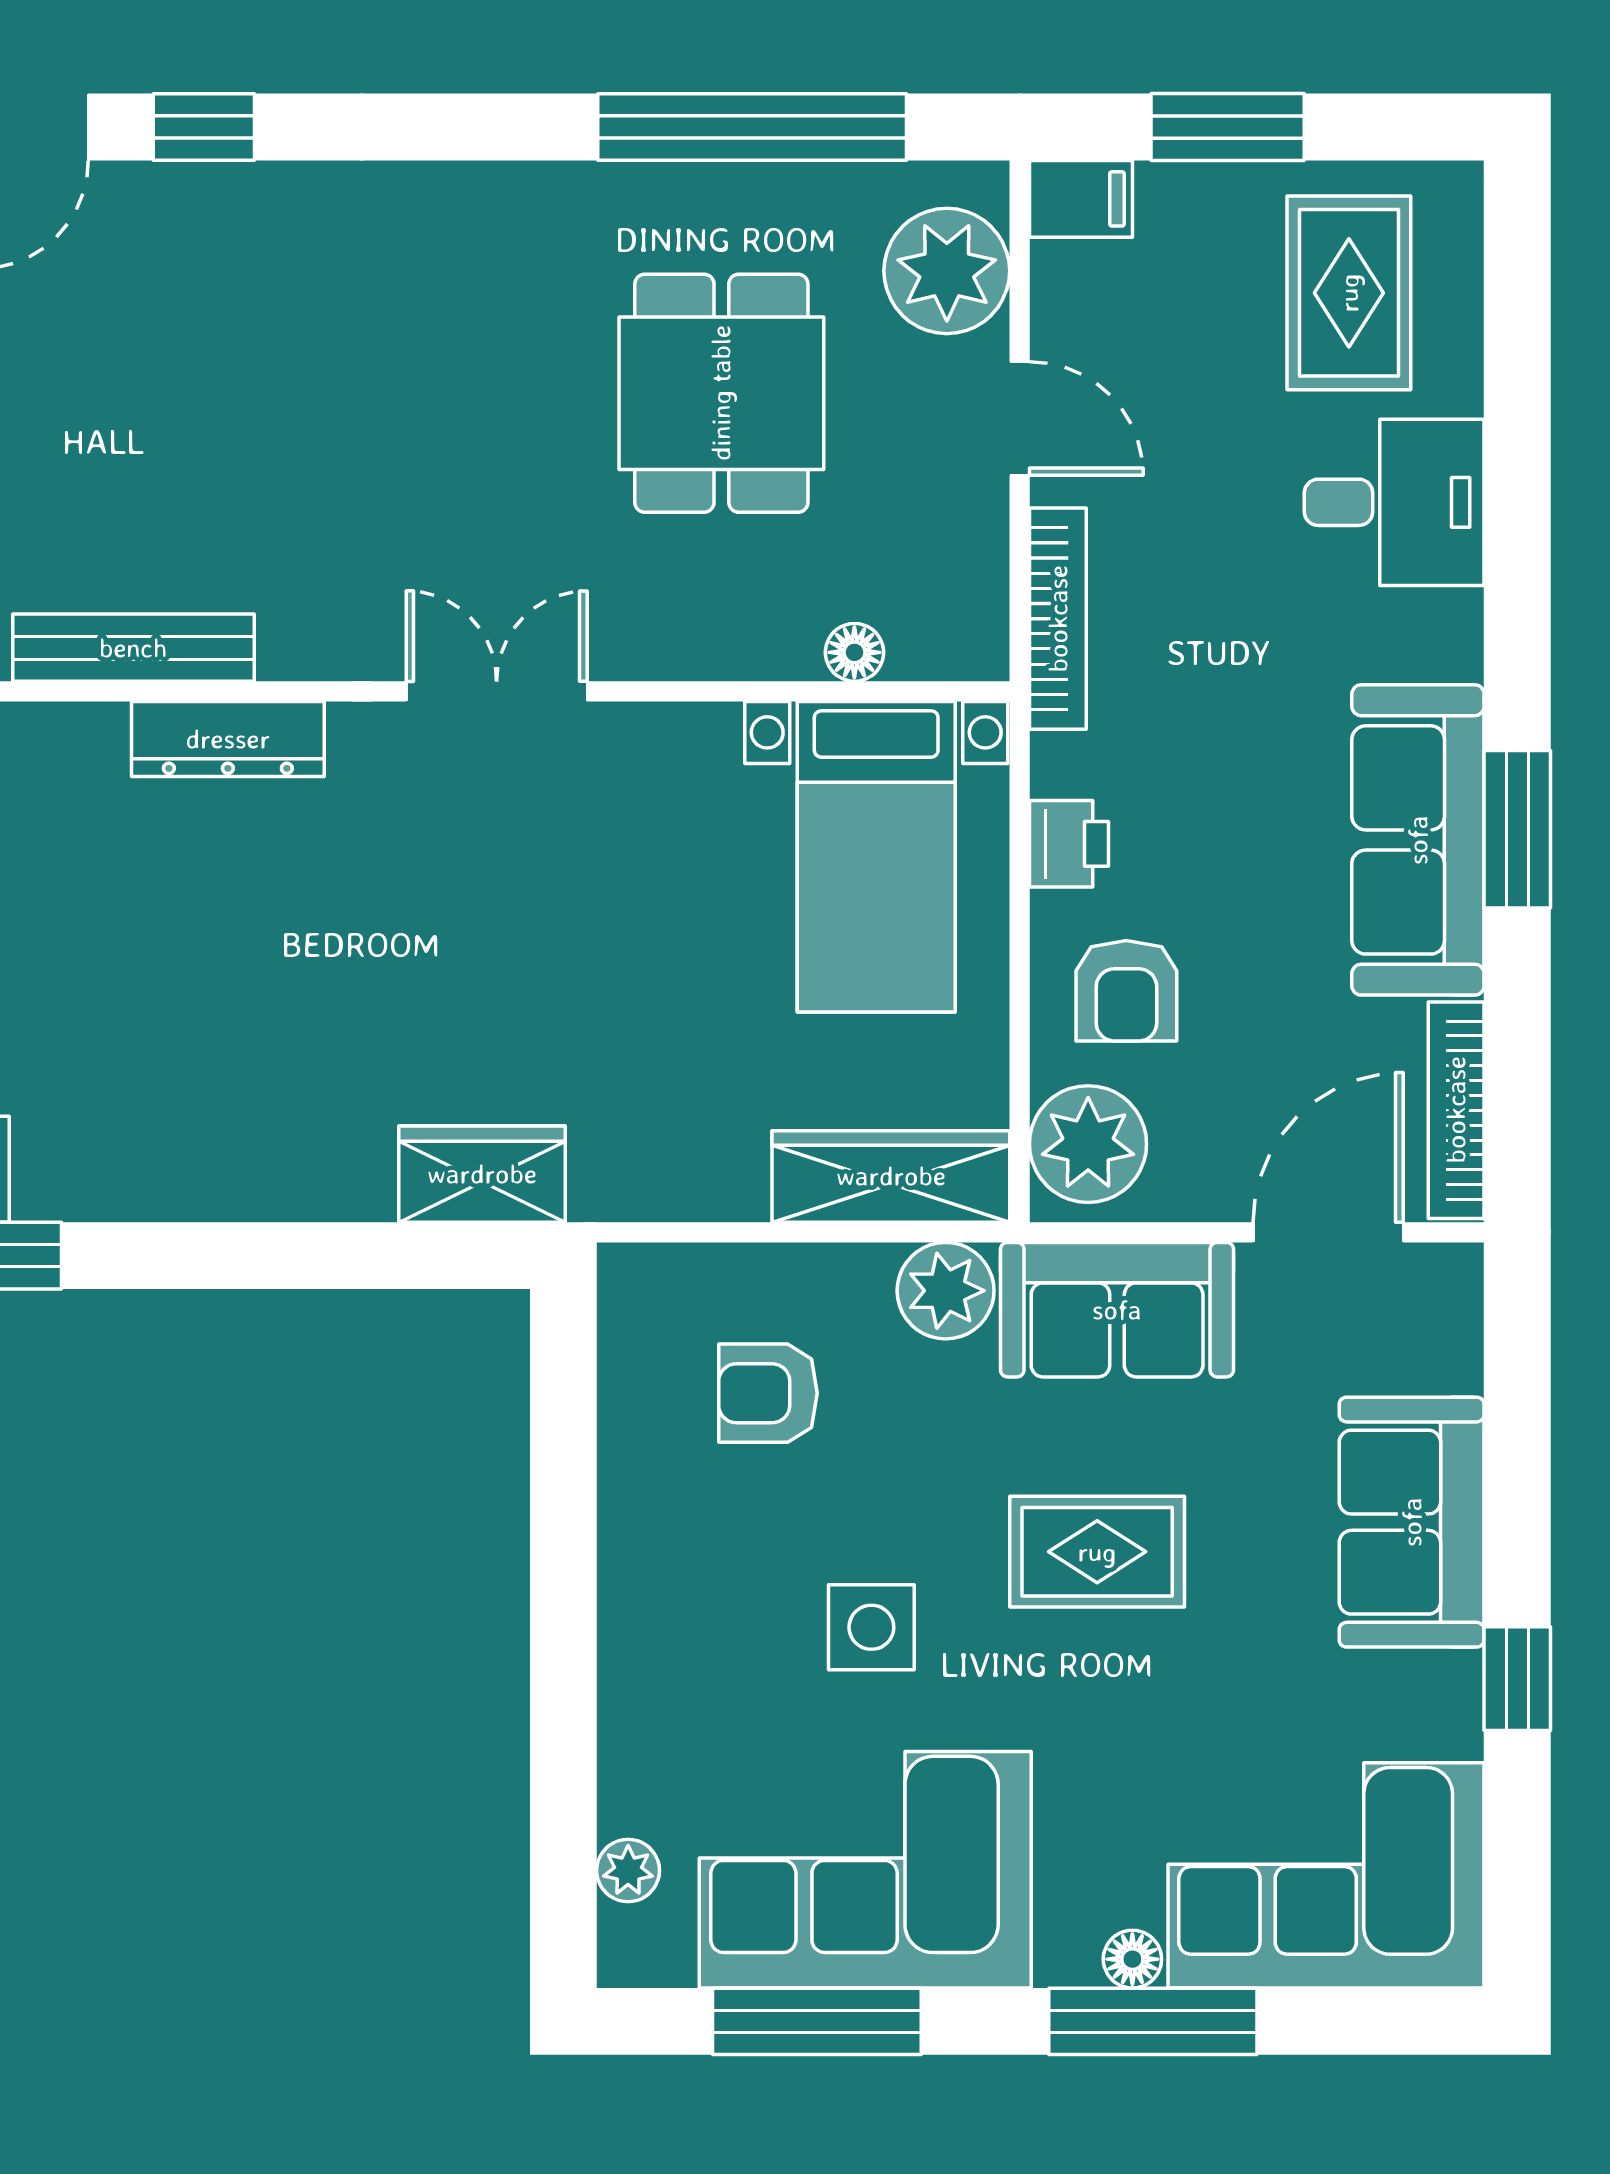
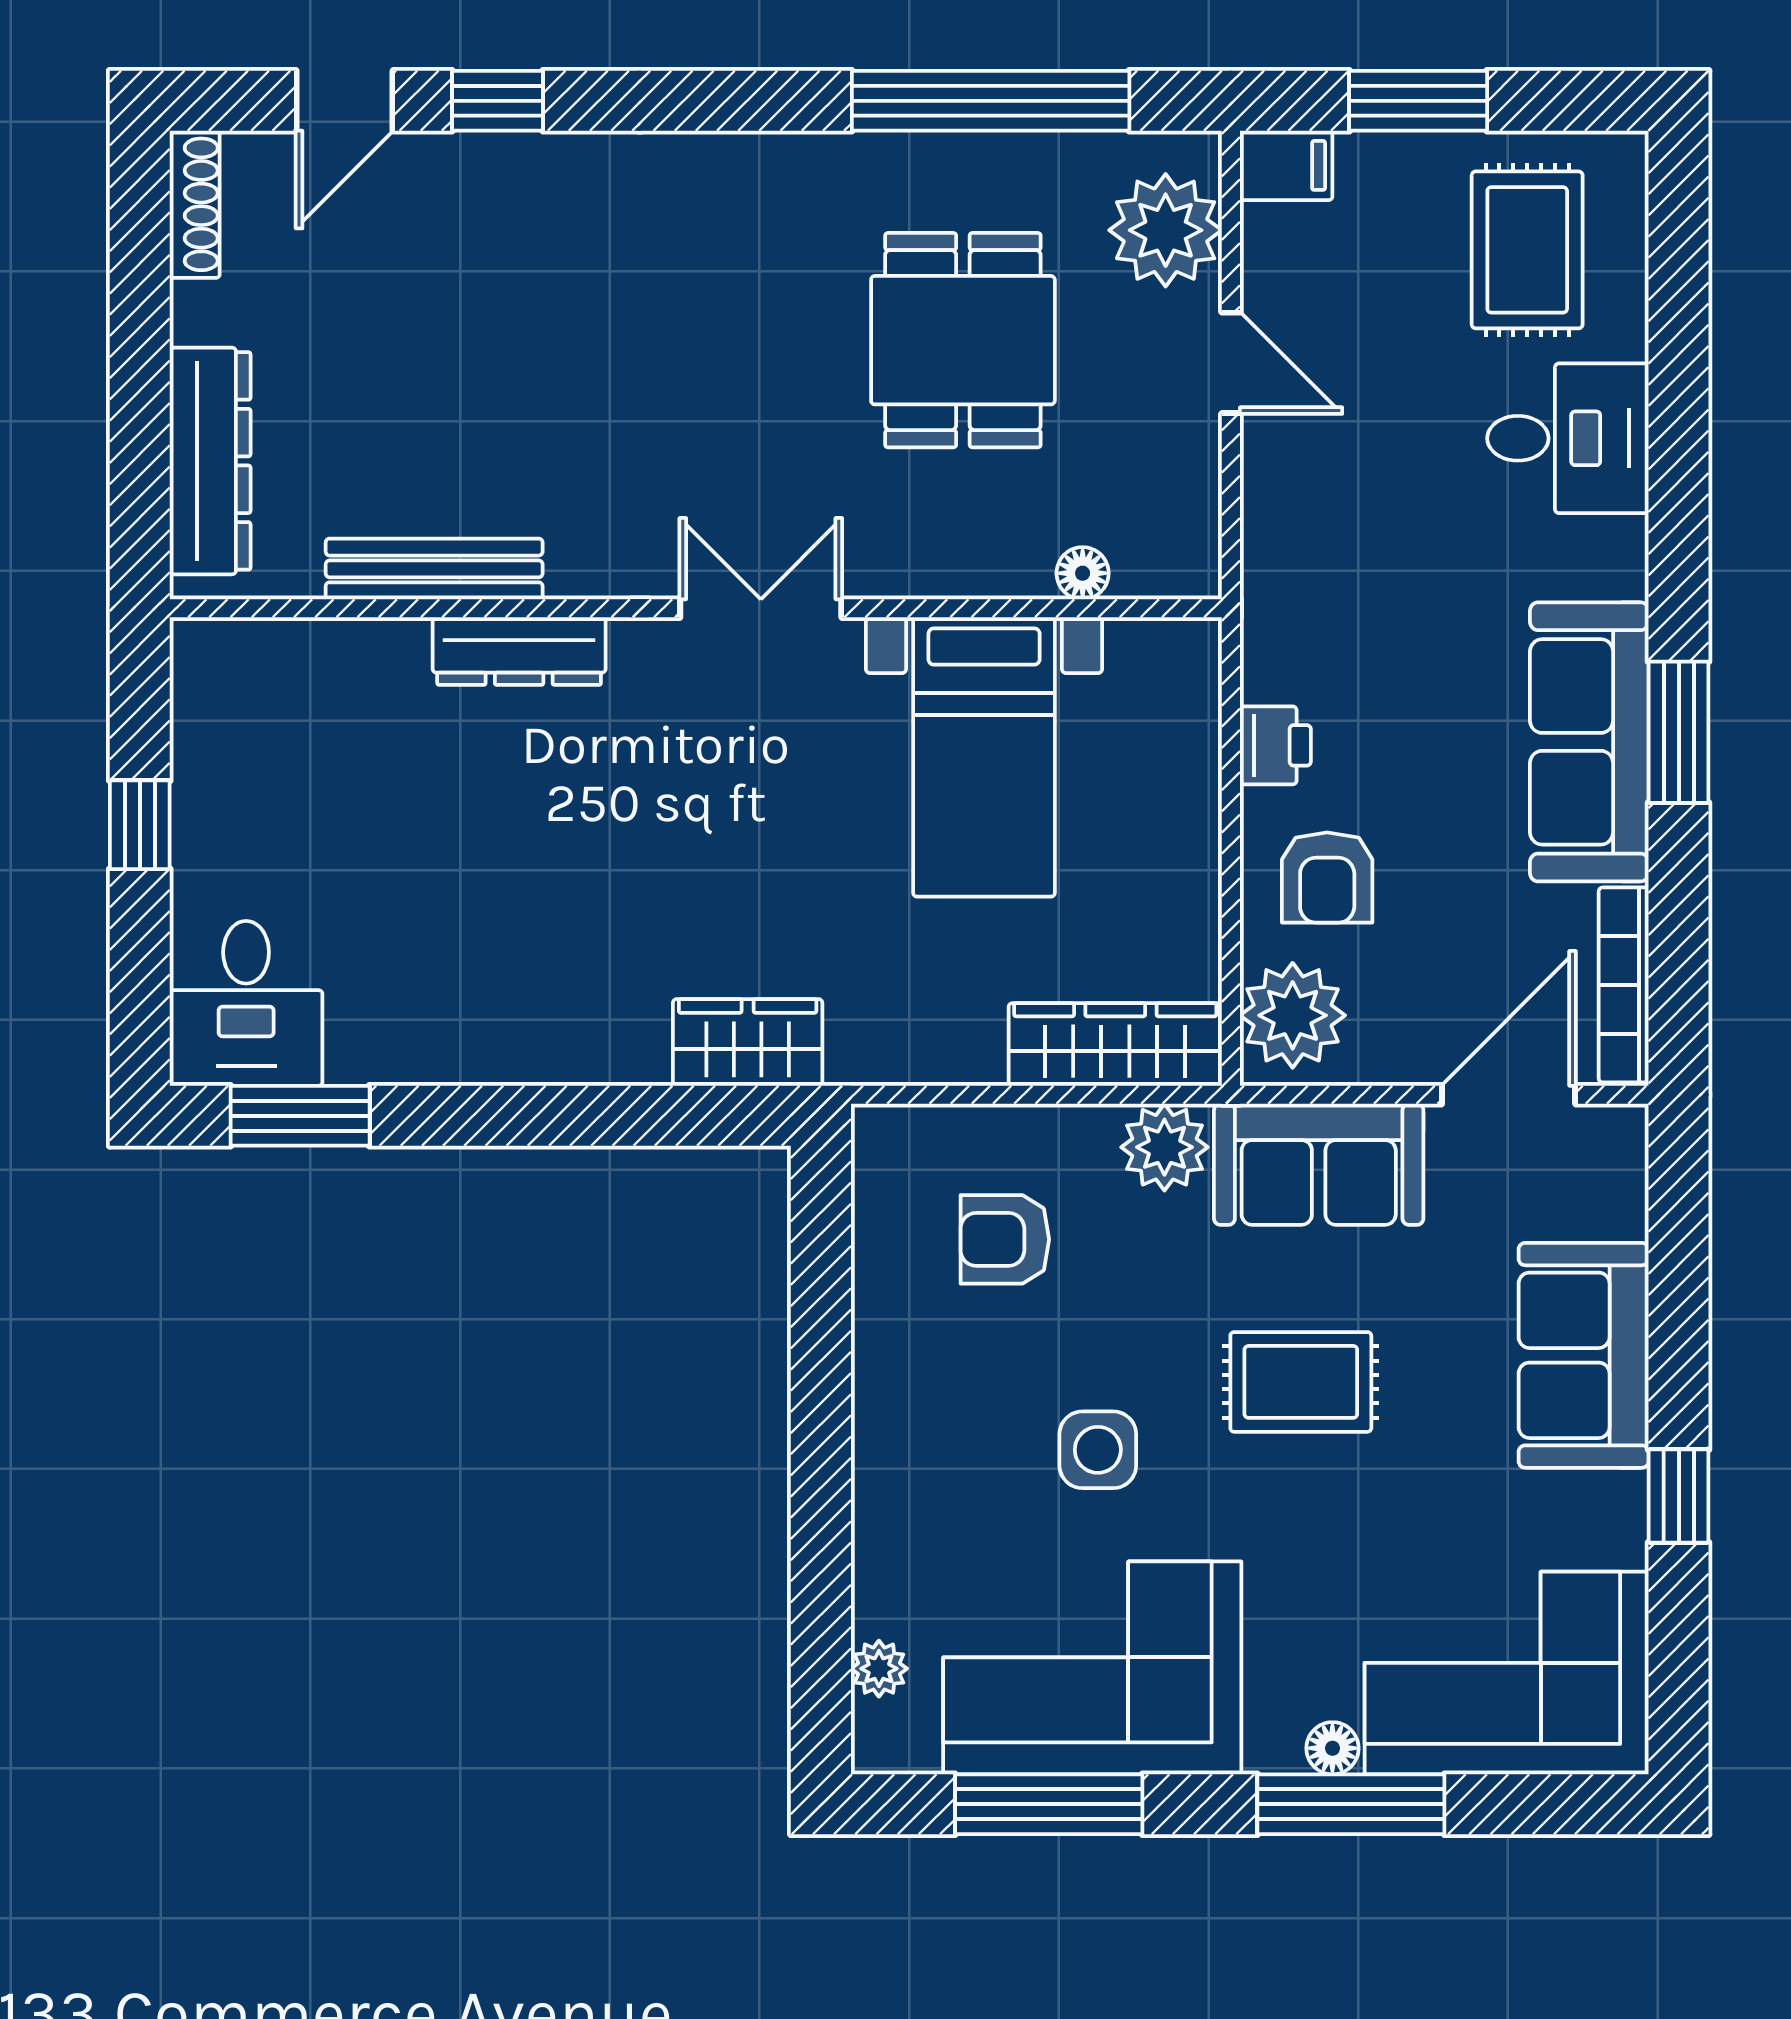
bookcase: (1058, 619) -> (1265, 543), removed
bed with nightstands: (876, 857) -> (984, 757), moved

